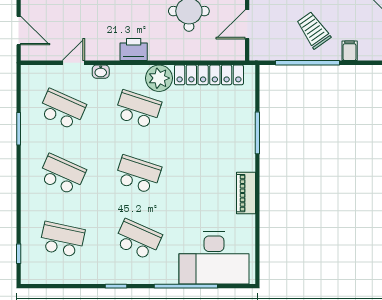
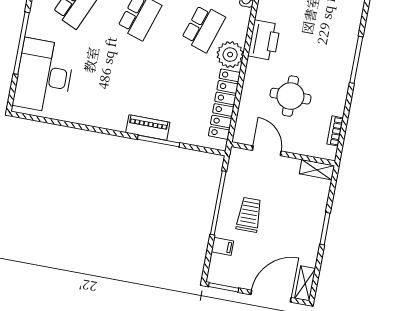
trolley: (313, 30) -> (249, 215), turned -55
printer: (134, 50) -> (264, 40), width x1.37, depth x1.19
piano: (246, 193) -> (148, 128), moved

